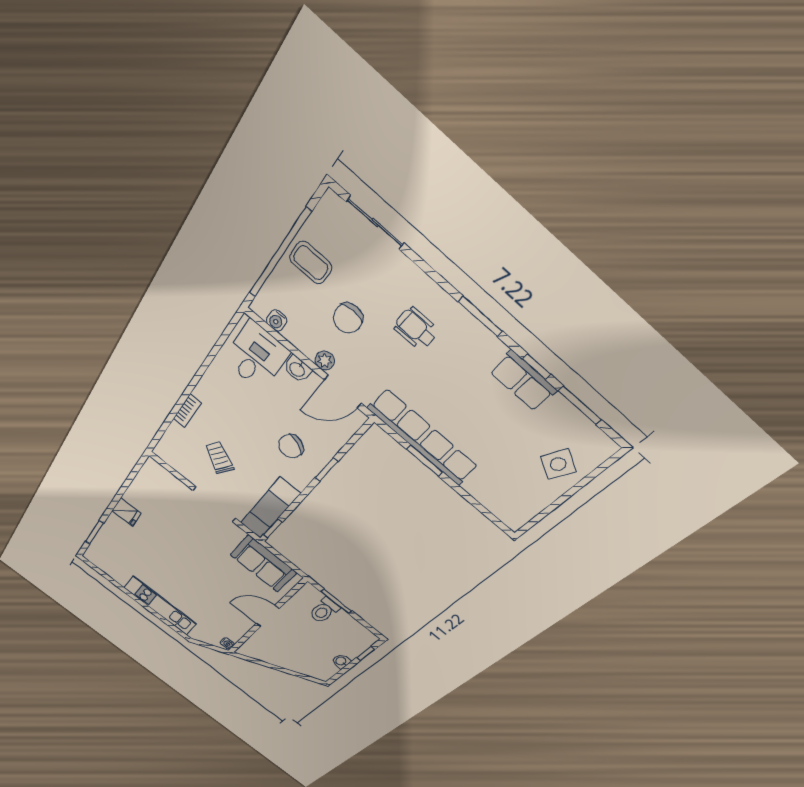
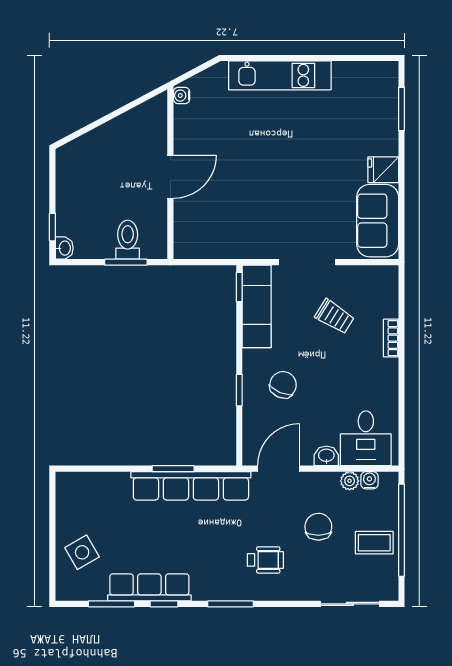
plant: (325, 361) -> (350, 481), moved
row of seats: (523, 381) -> (149, 587), width x1.48
side table: (558, 464) -> (82, 552), turned 33
sofa: (263, 564) -> (378, 221), moved, turned -90
washbasin: (341, 661) -> (64, 248), moved

